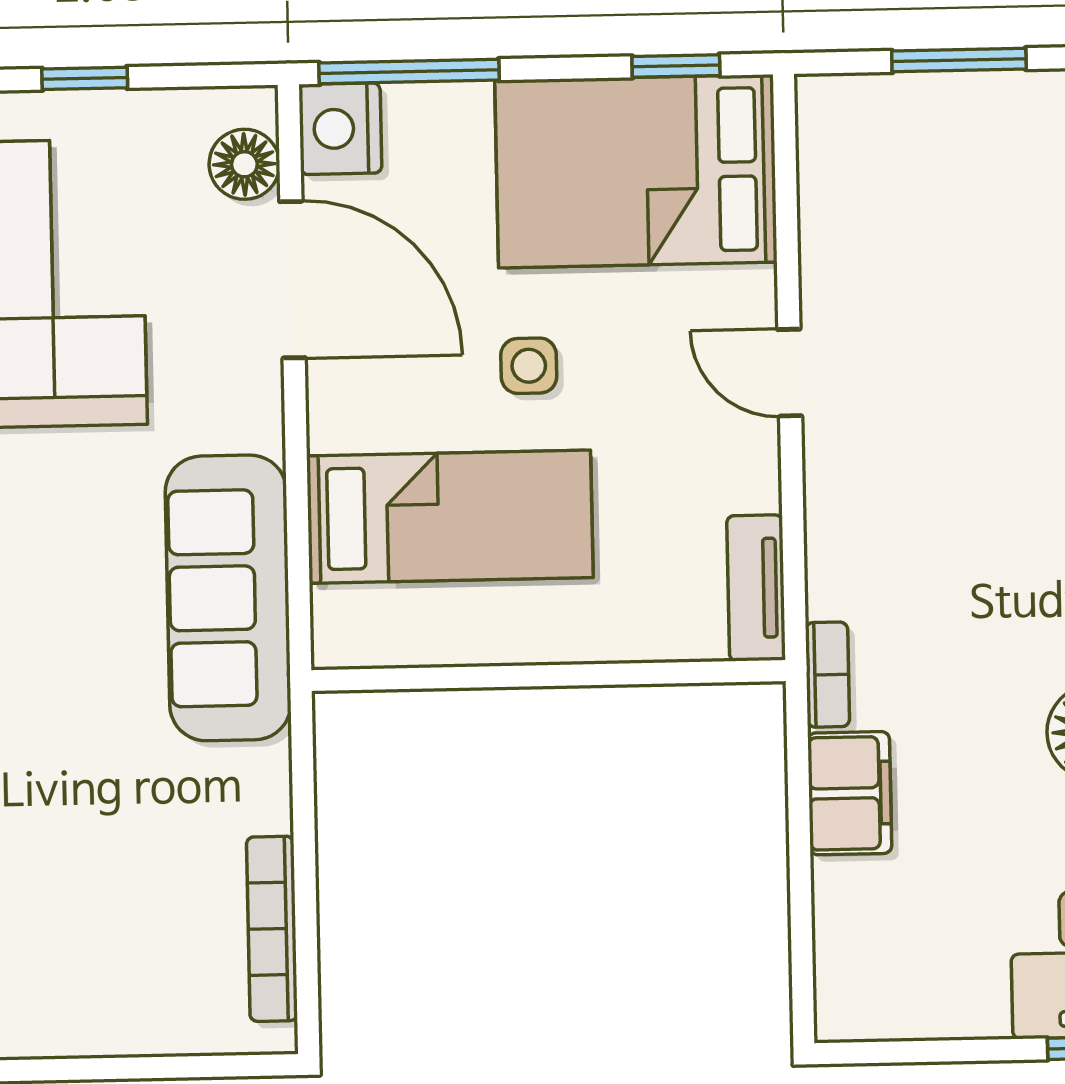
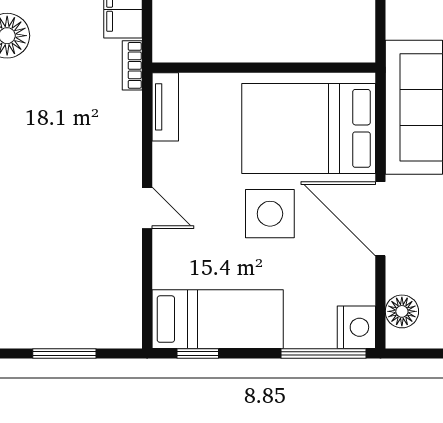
bed: (636, 171) -> (218, 319), width x0.67
door: (292, 280) -> (380, 219), moved
side table: (529, 366) -> (270, 214), width x1.87, depth x1.87
bed: (450, 517) -> (309, 128), width x1.50

